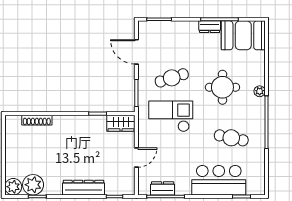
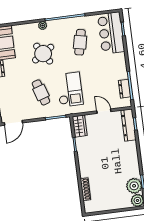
door: (136, 52) -> (13, 123), moved
round table: (222, 87) -> (43, 54), turned -33
checkout: (171, 116) -> (70, 89), turned 180
bar counter: (219, 180) -> (111, 33), moved
dresser: (83, 188) -> (128, 125), moved

